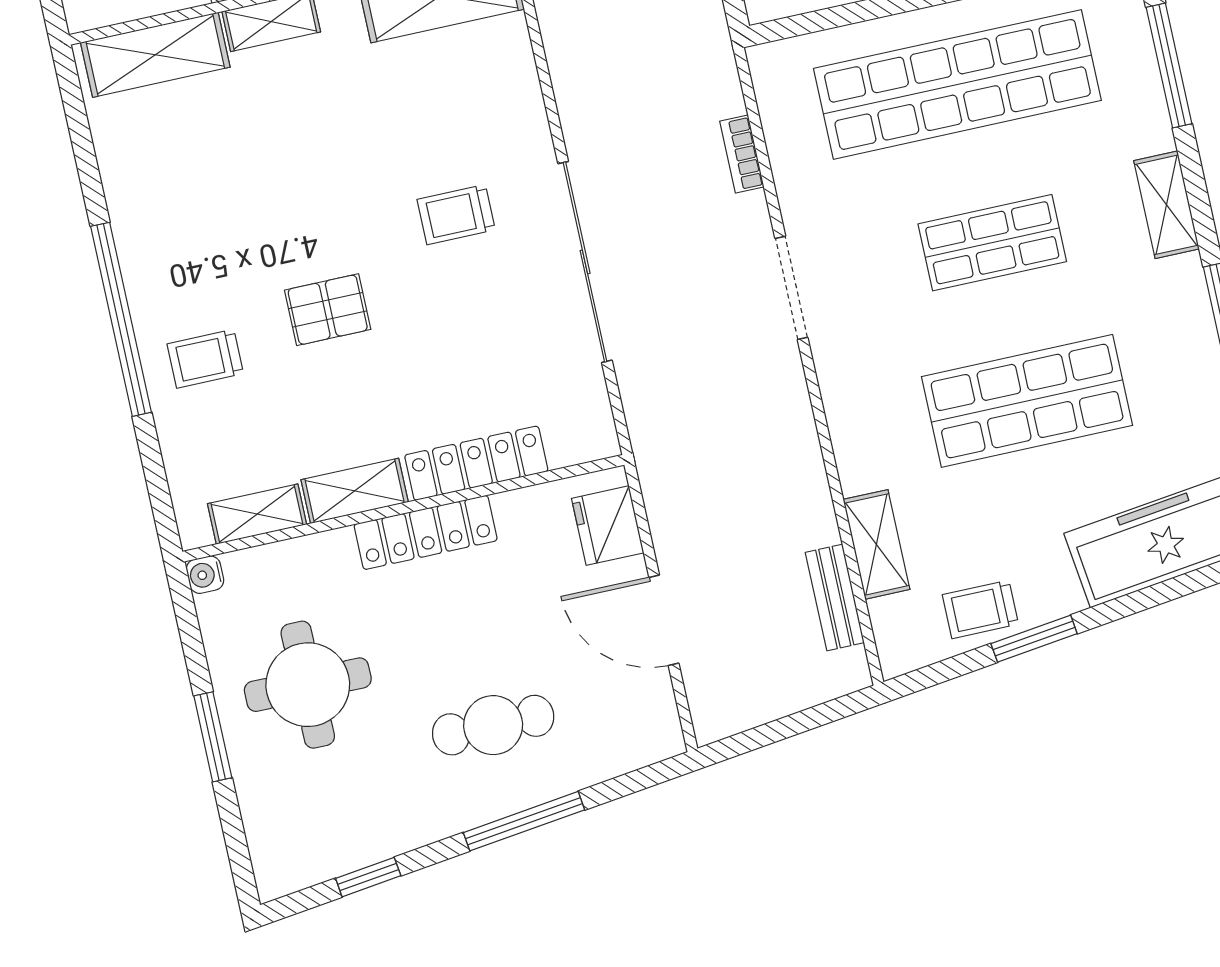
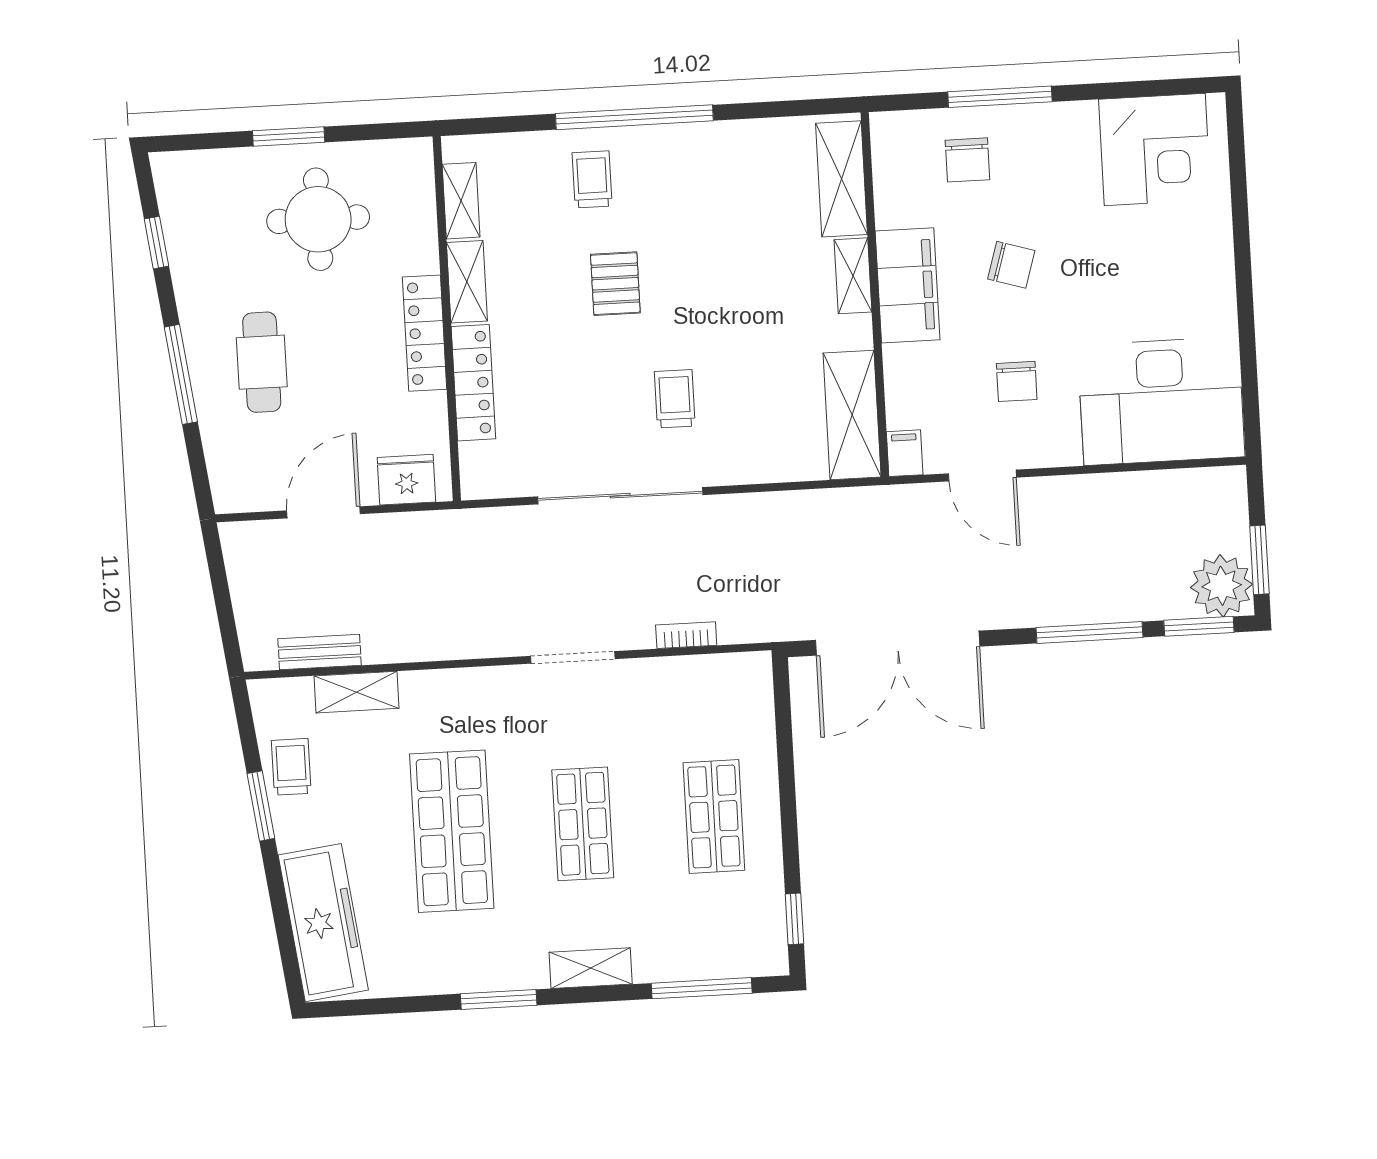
shop shelf: (957, 84) -> (714, 816), width x0.50, depth x0.74
water cooler: (205, 575) -> (419, 151), removed

